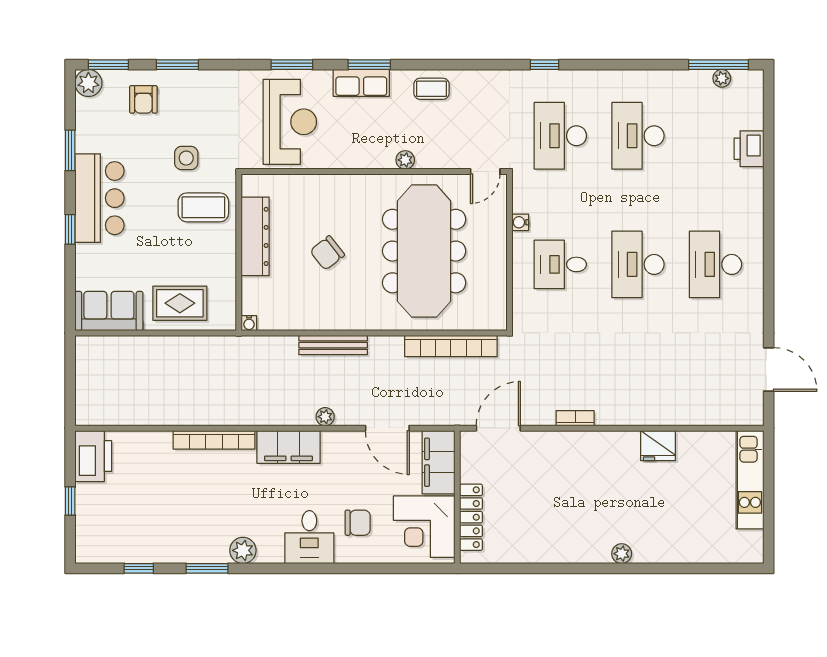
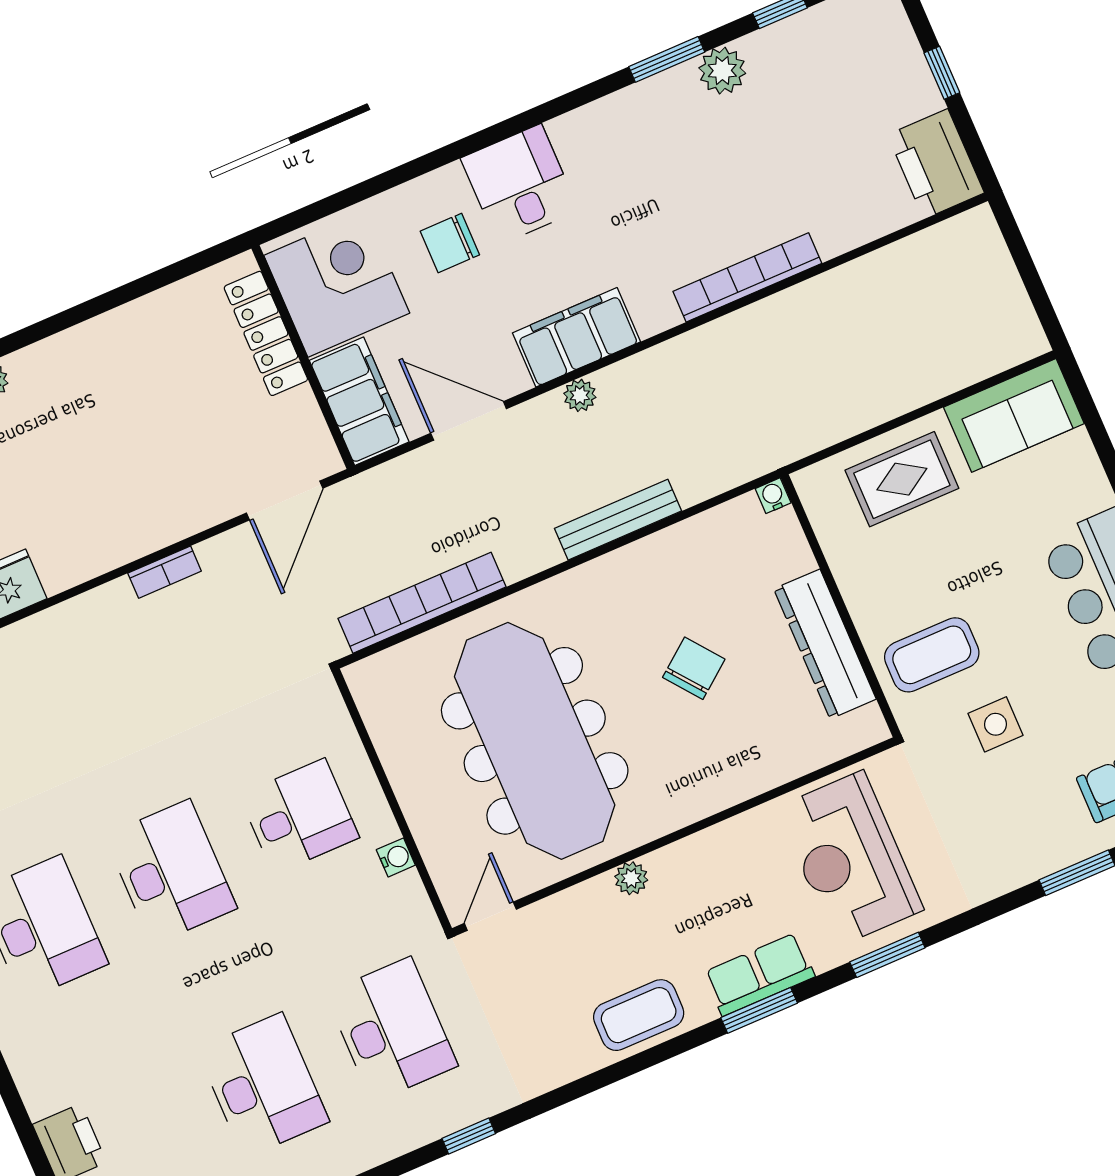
coffee table: (432, 89) -> (639, 1015), width x1.36, depth x1.30
filing cabinet: (289, 447) -> (576, 337), moved
plant: (243, 550) -> (722, 71), moved

